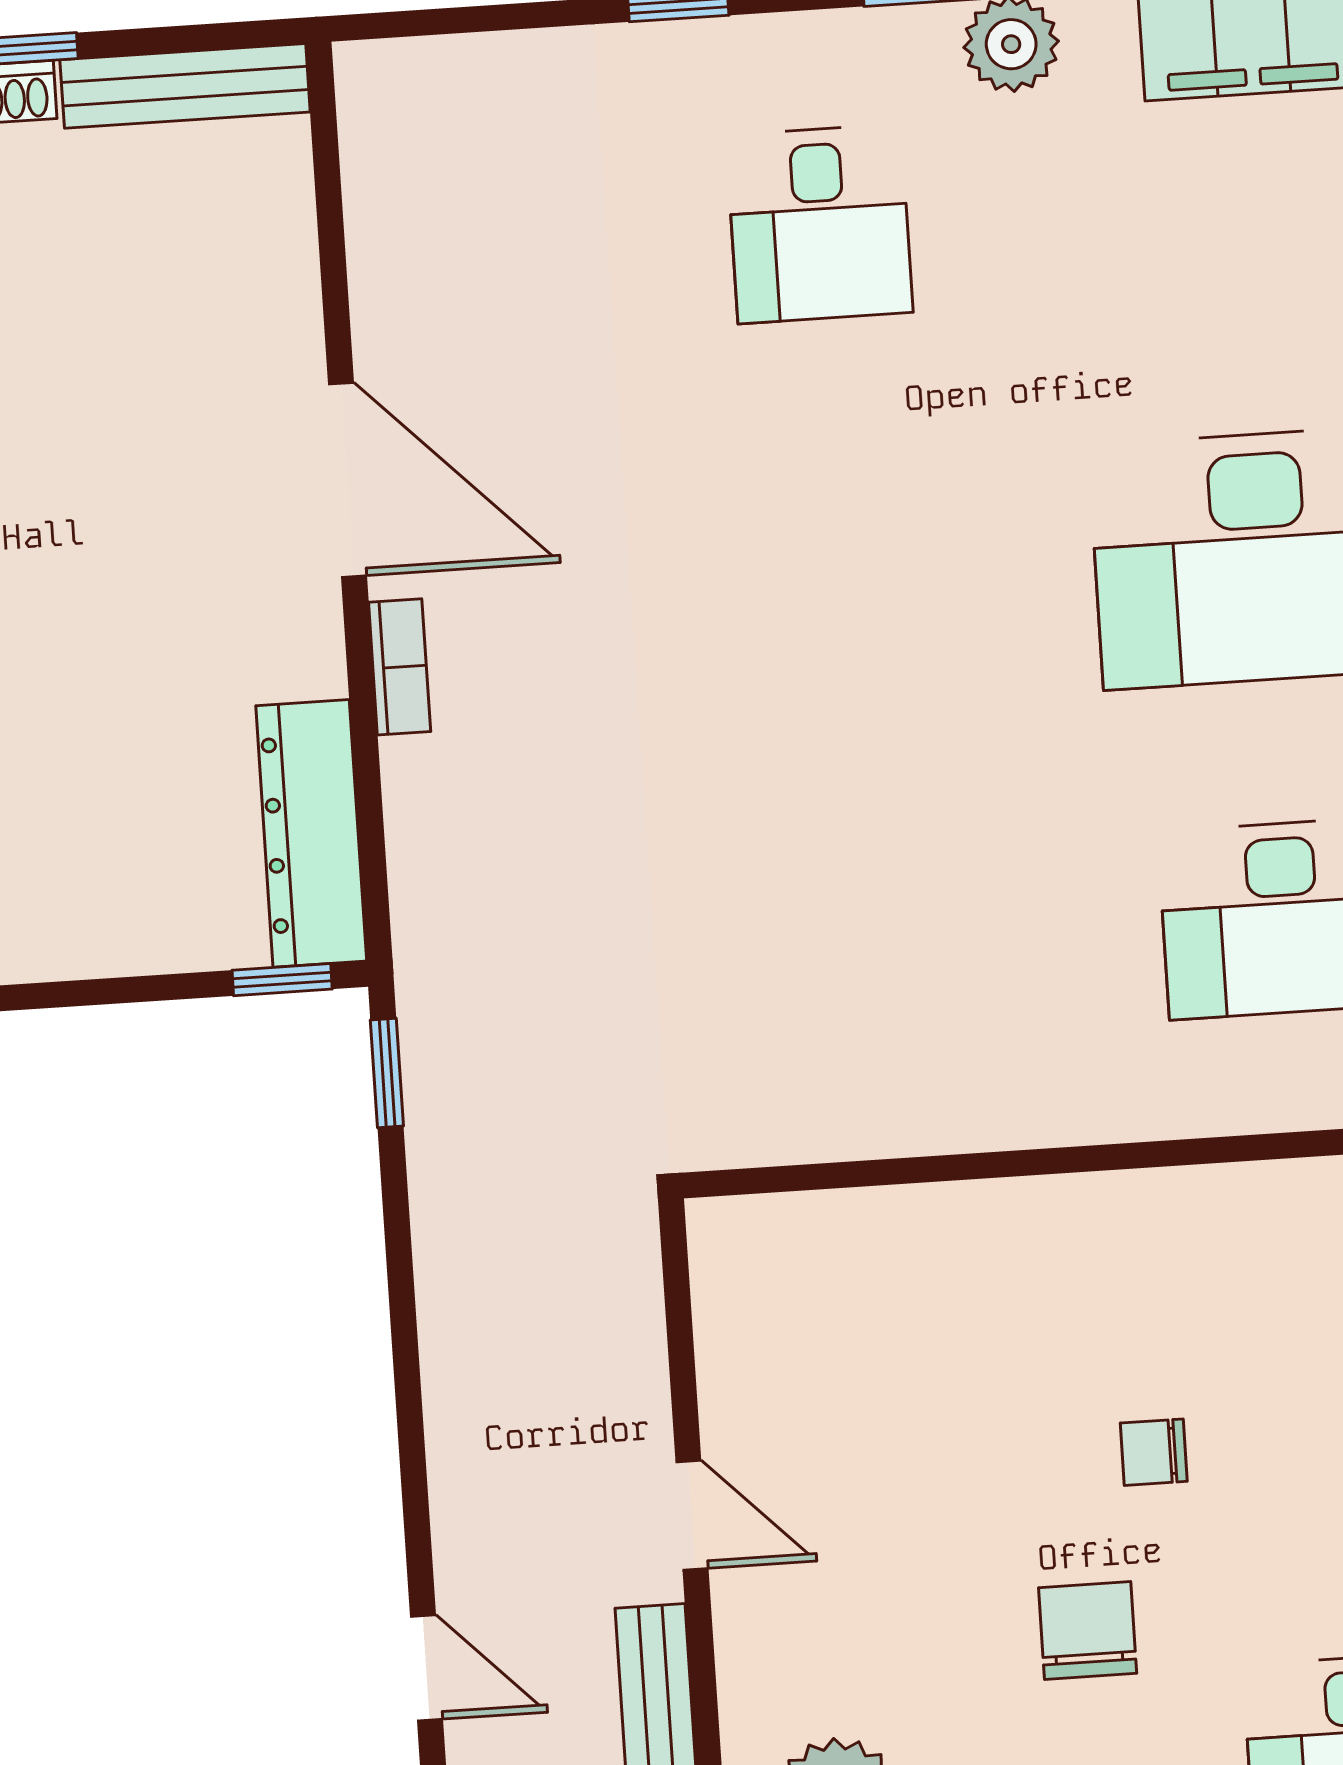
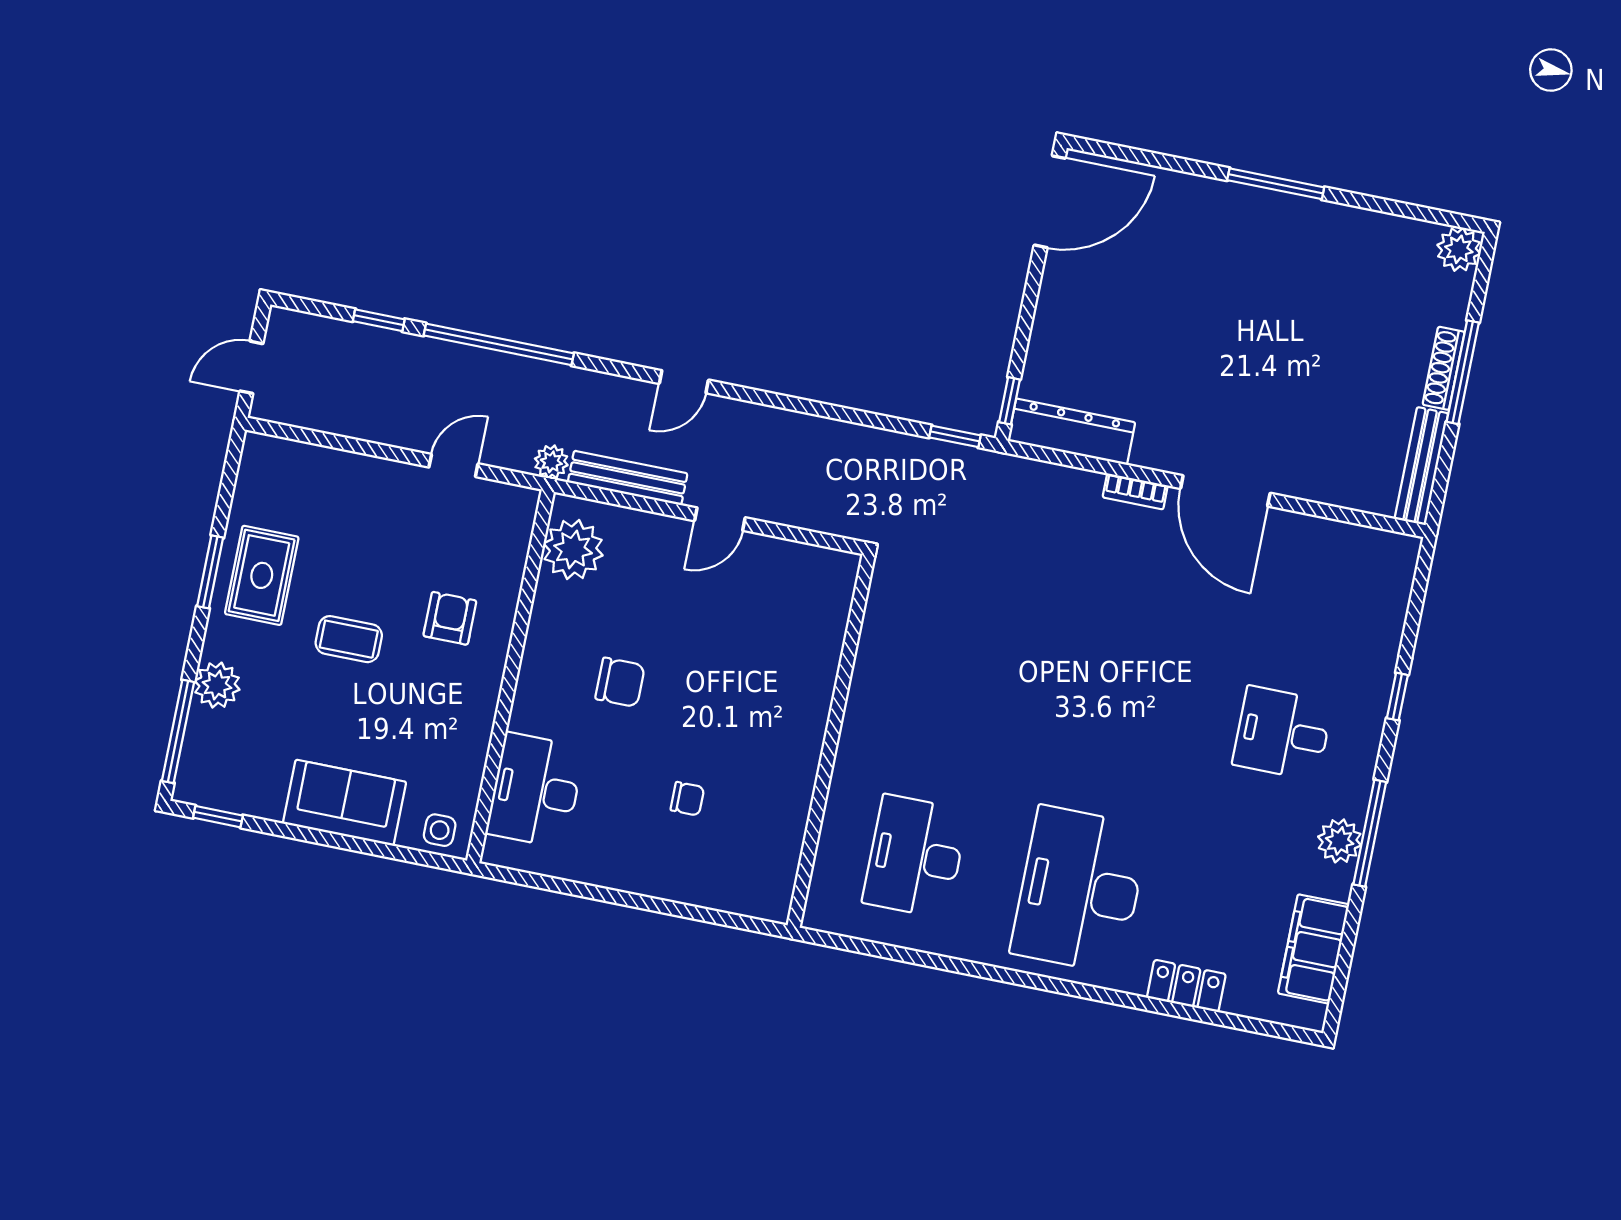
door: (348, 480) -> (1225, 491), hinge flipped
chair: (1154, 1452) -> (687, 799), moved, turned 90

